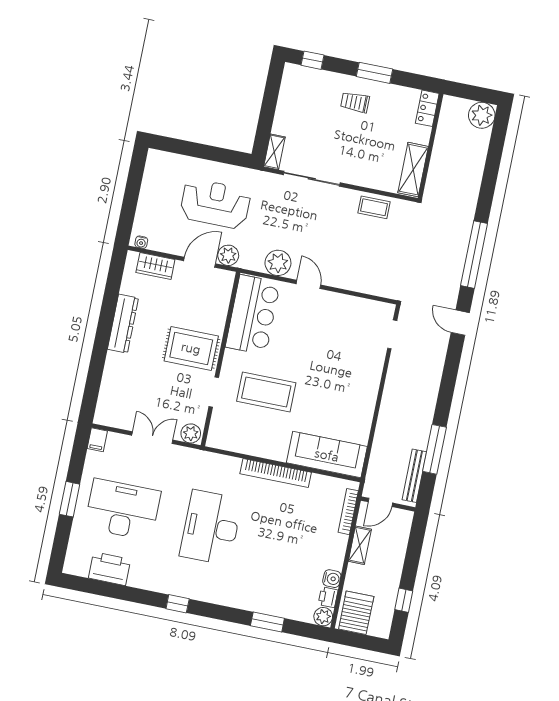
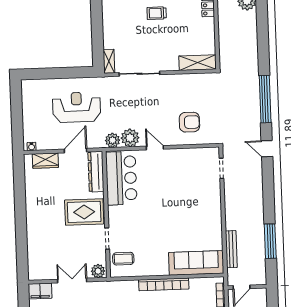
shelving: (413, 170) -> (198, 63), moved, turned 90
coffee table: (374, 207) -> (188, 83), removed
plant: (228, 255) -> (113, 140), moved
armchair: (364, 261) -> (189, 122), added
dresser: (123, 324) -> (96, 172), moved, turned 180
coffee table: (266, 392) -> (123, 259), moved, width x0.54, depth x0.58
filing cabinet: (97, 440) -> (40, 291), width x2.00
bench: (414, 476) -> (231, 249), moved

